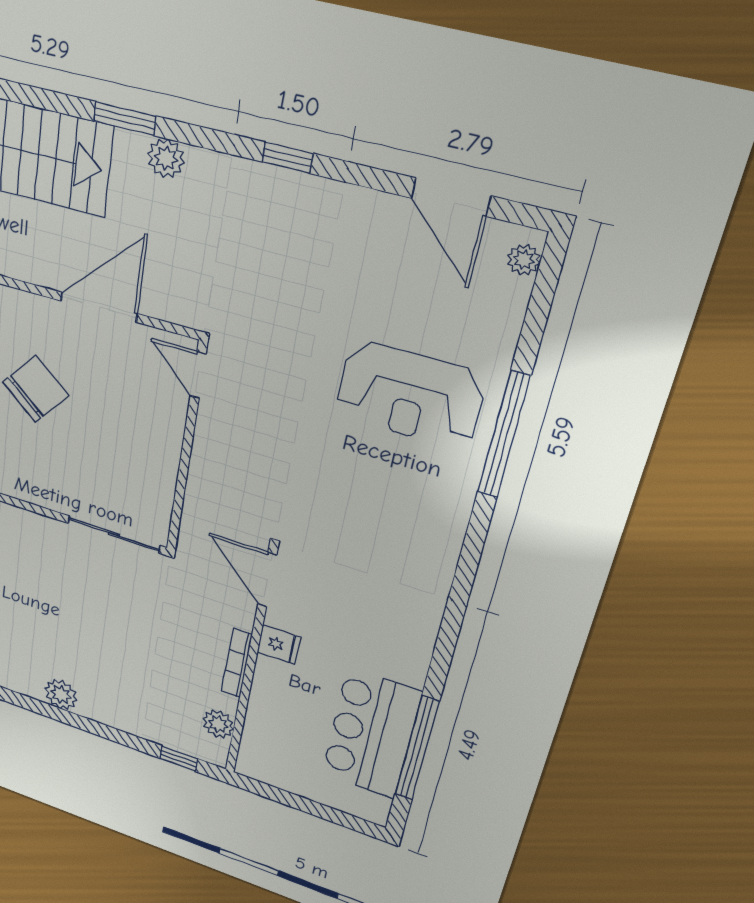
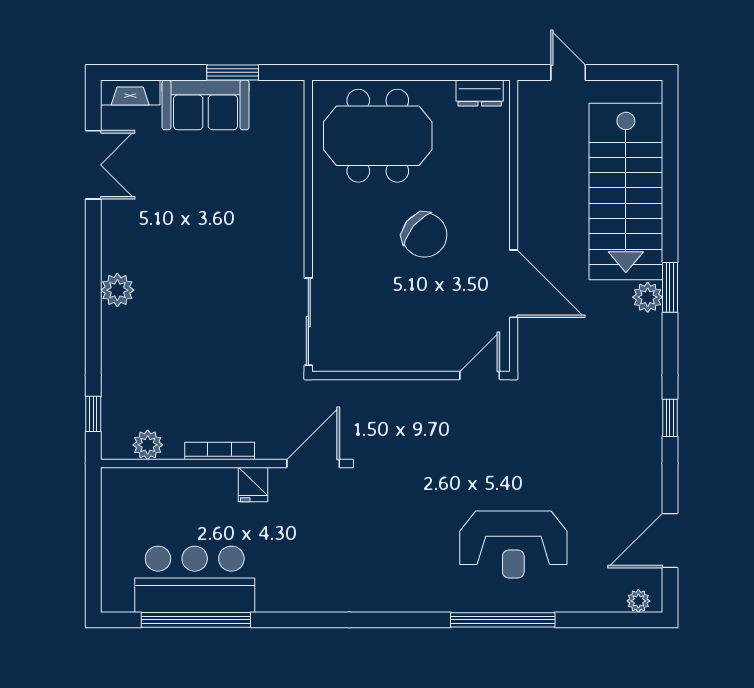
plant: (166, 158) -> (648, 297), moved
reception desk: (410, 395) -> (513, 544), turned -90

